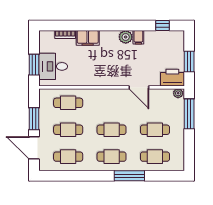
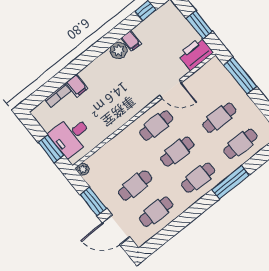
filing cabinet: (88, 38) -> (77, 86), width x0.50
plant: (178, 93) -> (83, 169), moved
cafe table: (68, 103) -> (156, 125), moved

